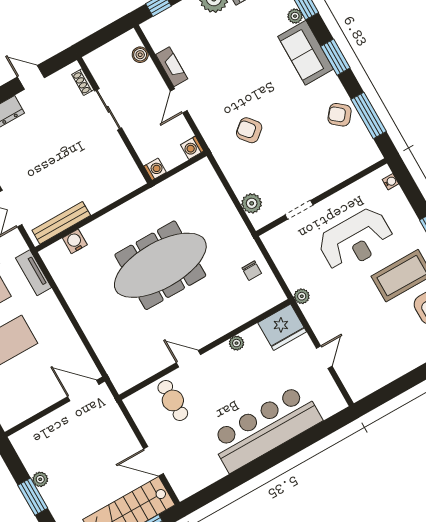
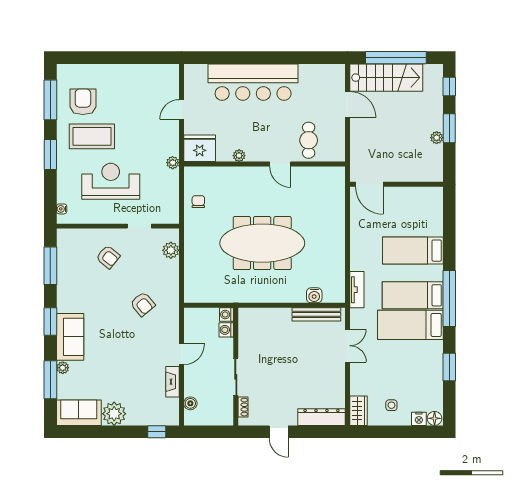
armchair: (340, 115) -> (108, 257), moved
washing machine: (192, 148) -> (226, 330), moved, turned 180

